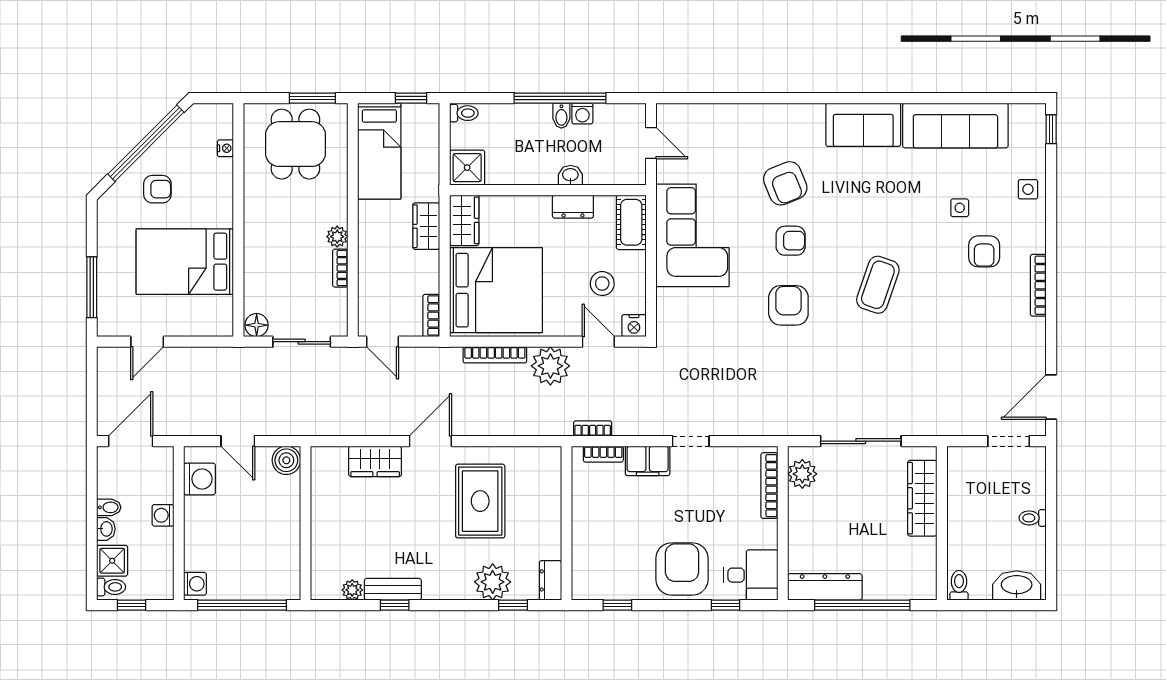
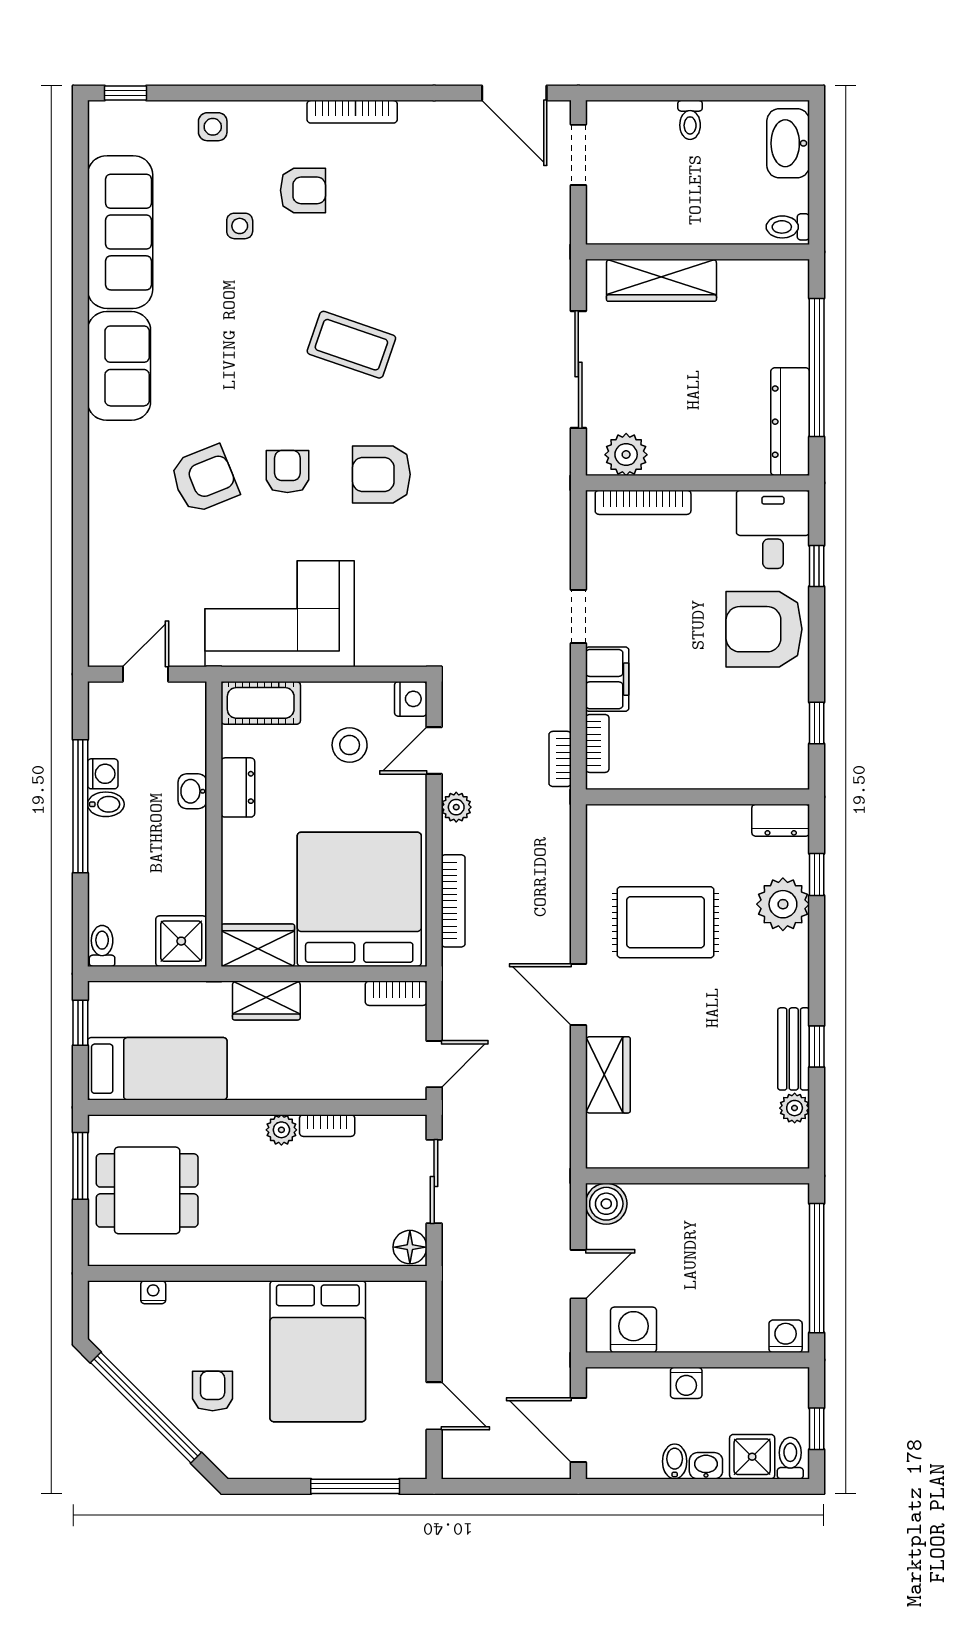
plant: (550, 366) -> (456, 807), width x0.53, depth x0.53

